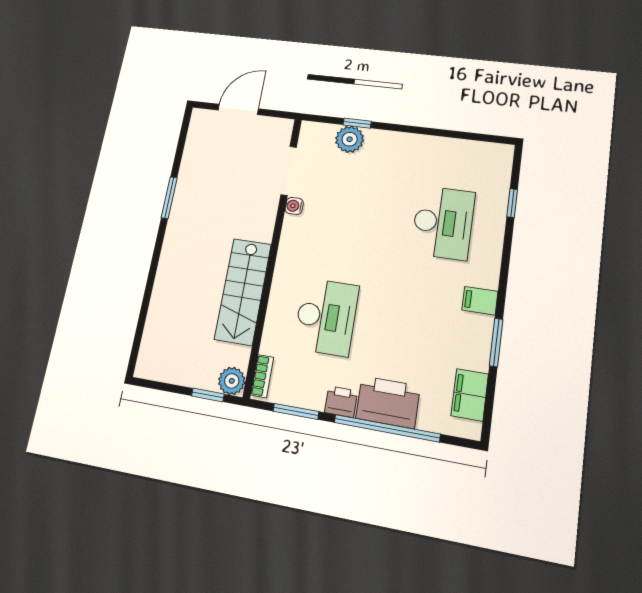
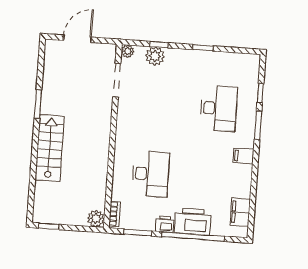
plant: (309, 130) -> (128, 51), added
window: (424, 131) -> (203, 48), added
water cooler: (294, 206) -> (123, 104), removed
stairs: (243, 291) -> (50, 148), moved, turned 180
window: (496, 342) -> (258, 125), moved
window: (208, 395) -> (49, 226), moved

